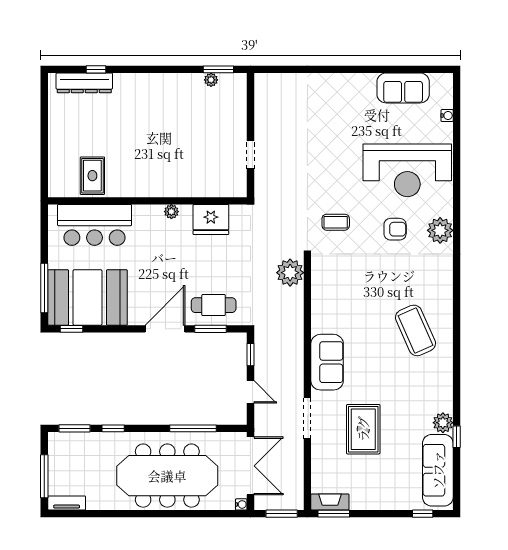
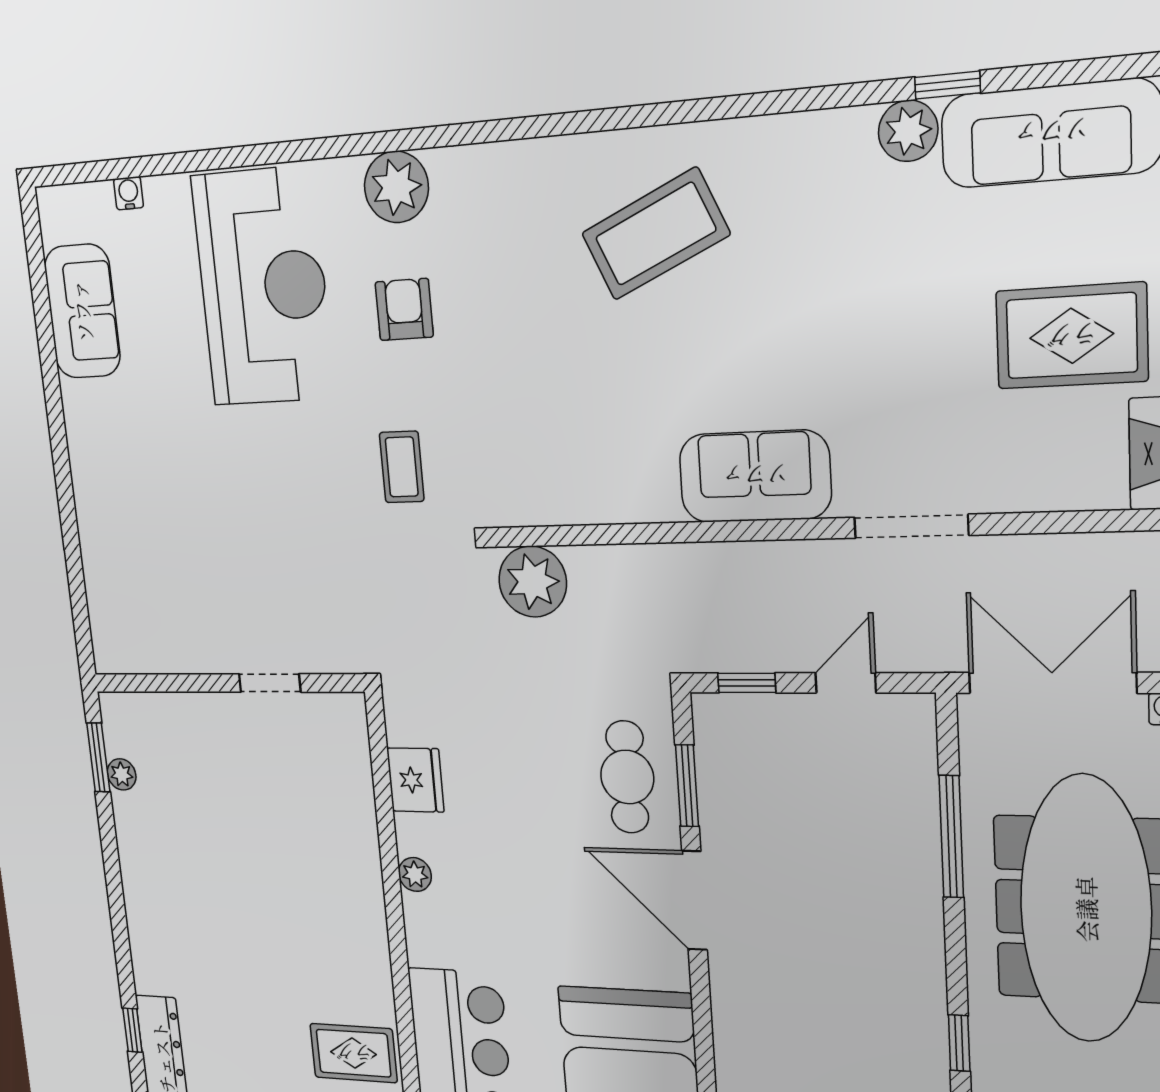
fridge: (211, 220) -> (415, 780), width x0.73, depth x0.75
rug: (363, 429) -> (1072, 336), moved

